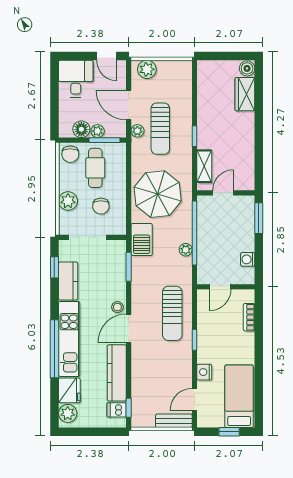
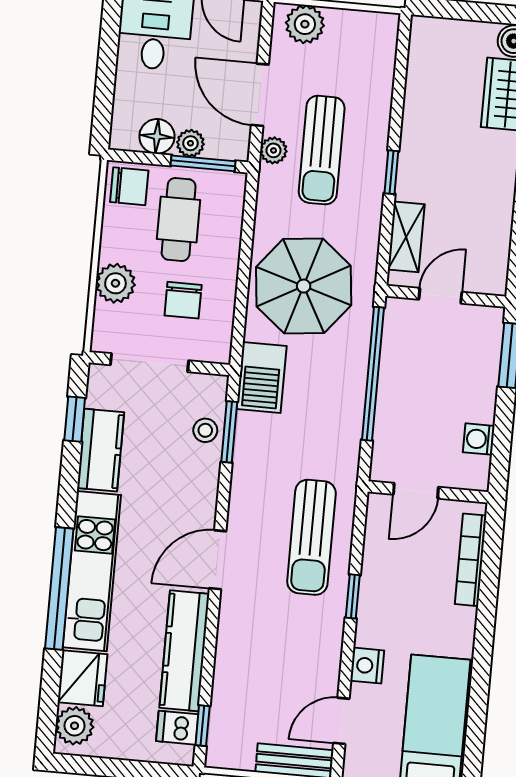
chair: (70, 154) -> (129, 186), turned -90
plant: (186, 250) -> (351, 407), removed
stool: (117, 307) -> (205, 430), moved
bookcase: (249, 317) -> (471, 560), width x1.56

